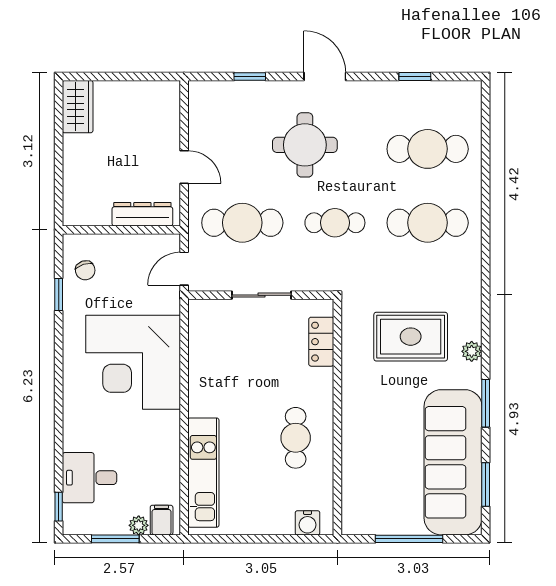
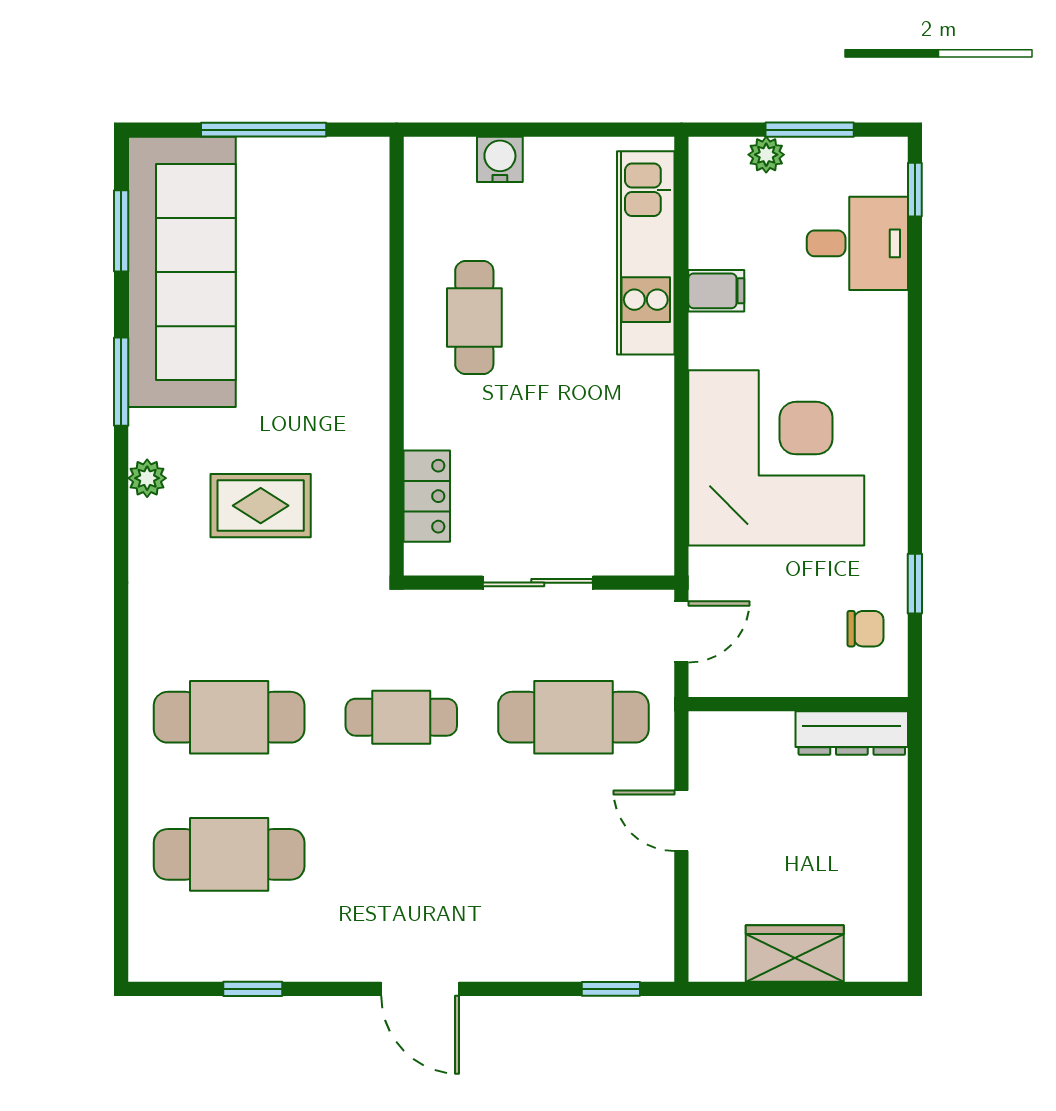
window: (250, 77) -> (611, 989), moved
wardrobe: (78, 107) -> (795, 954), moved, turned 90
round table: (305, 145) -> (457, 862), removed
dresser: (142, 214) -> (852, 733), moved
chair: (85, 270) -> (865, 629), turned 108
rug: (411, 337) -> (261, 506), width x0.73, depth x0.70
filing cabinet: (162, 520) -> (716, 291), moved, turned -90
water cooler: (308, 523) -> (500, 159), moved

